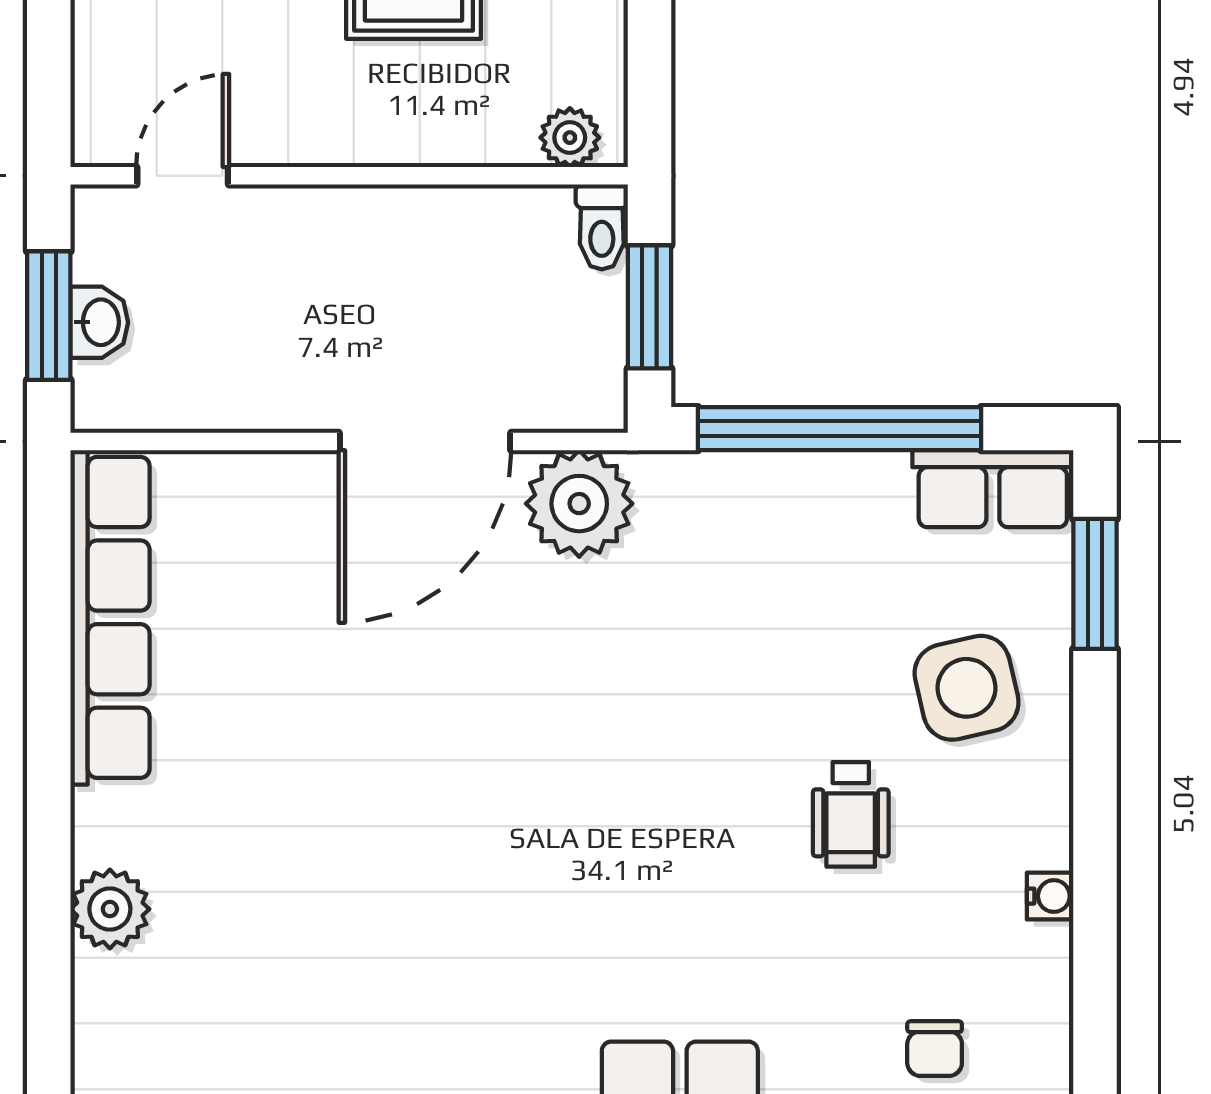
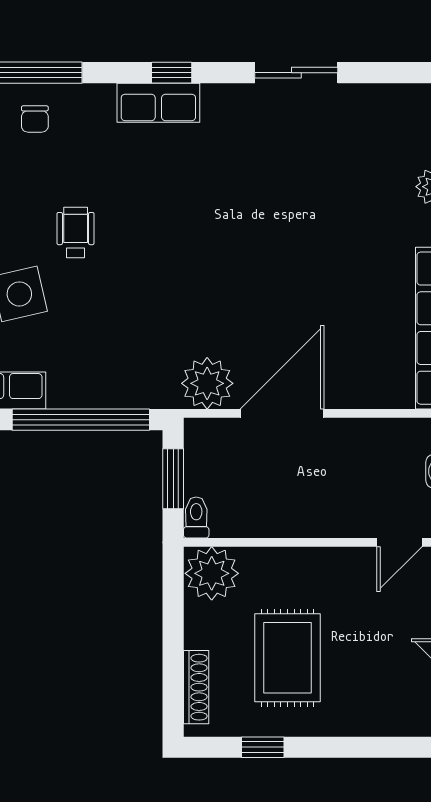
plant: (570, 138) -> (212, 573), width x1.88, depth x1.88
chair: (935, 1049) -> (35, 119), turned 180

